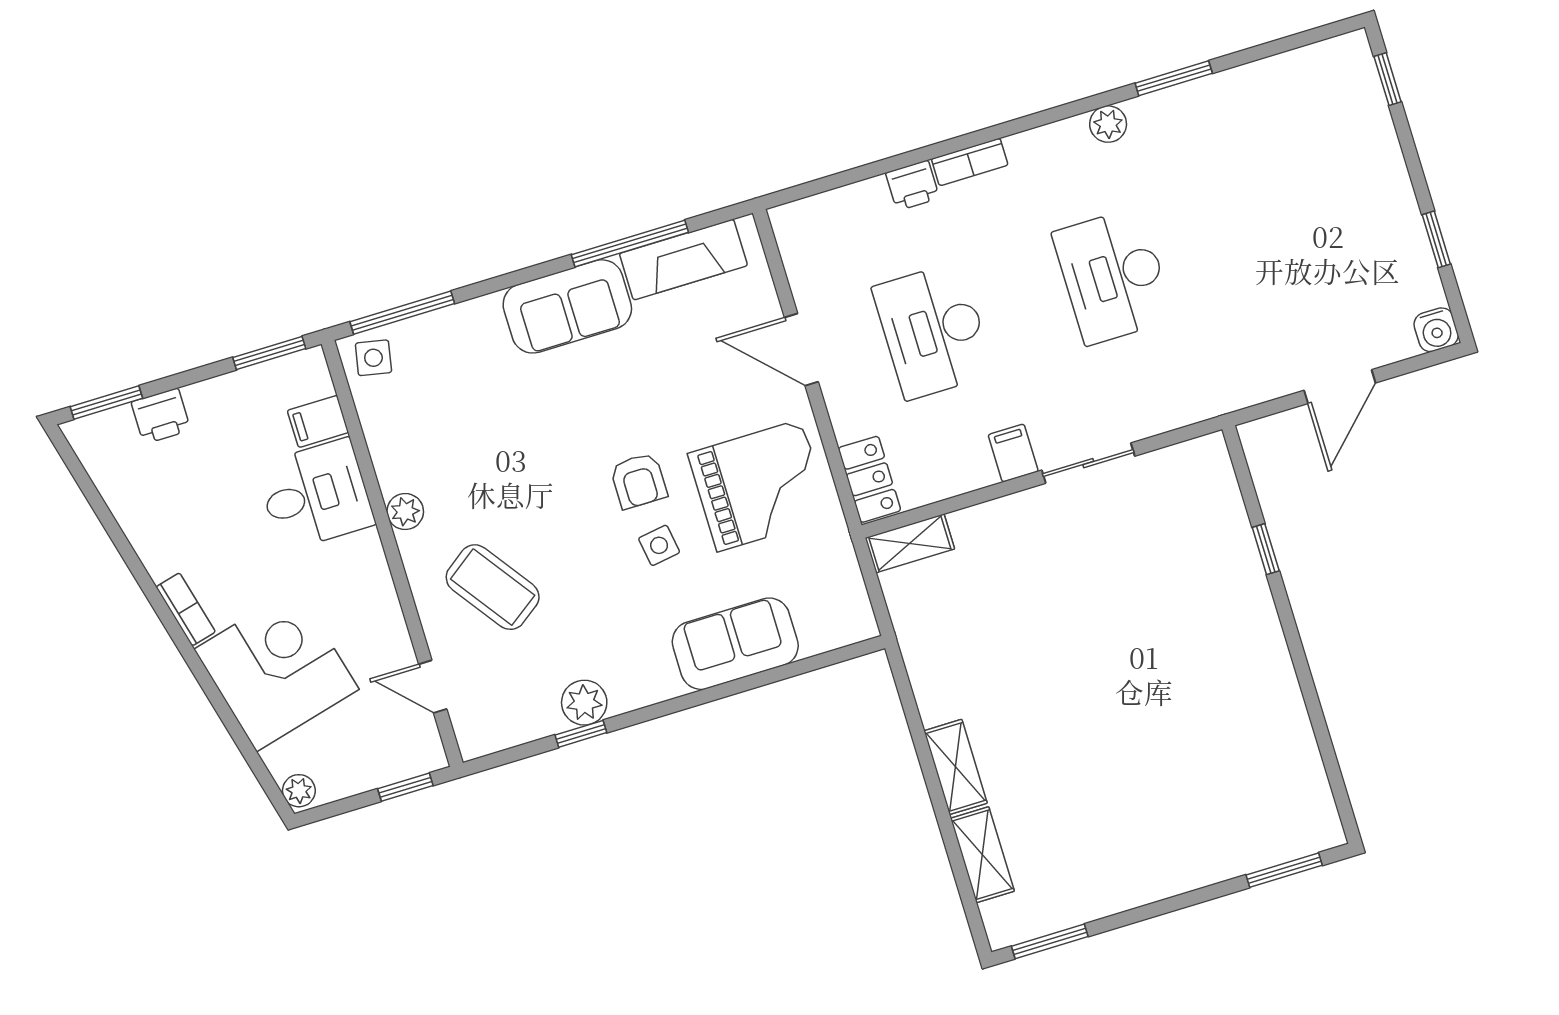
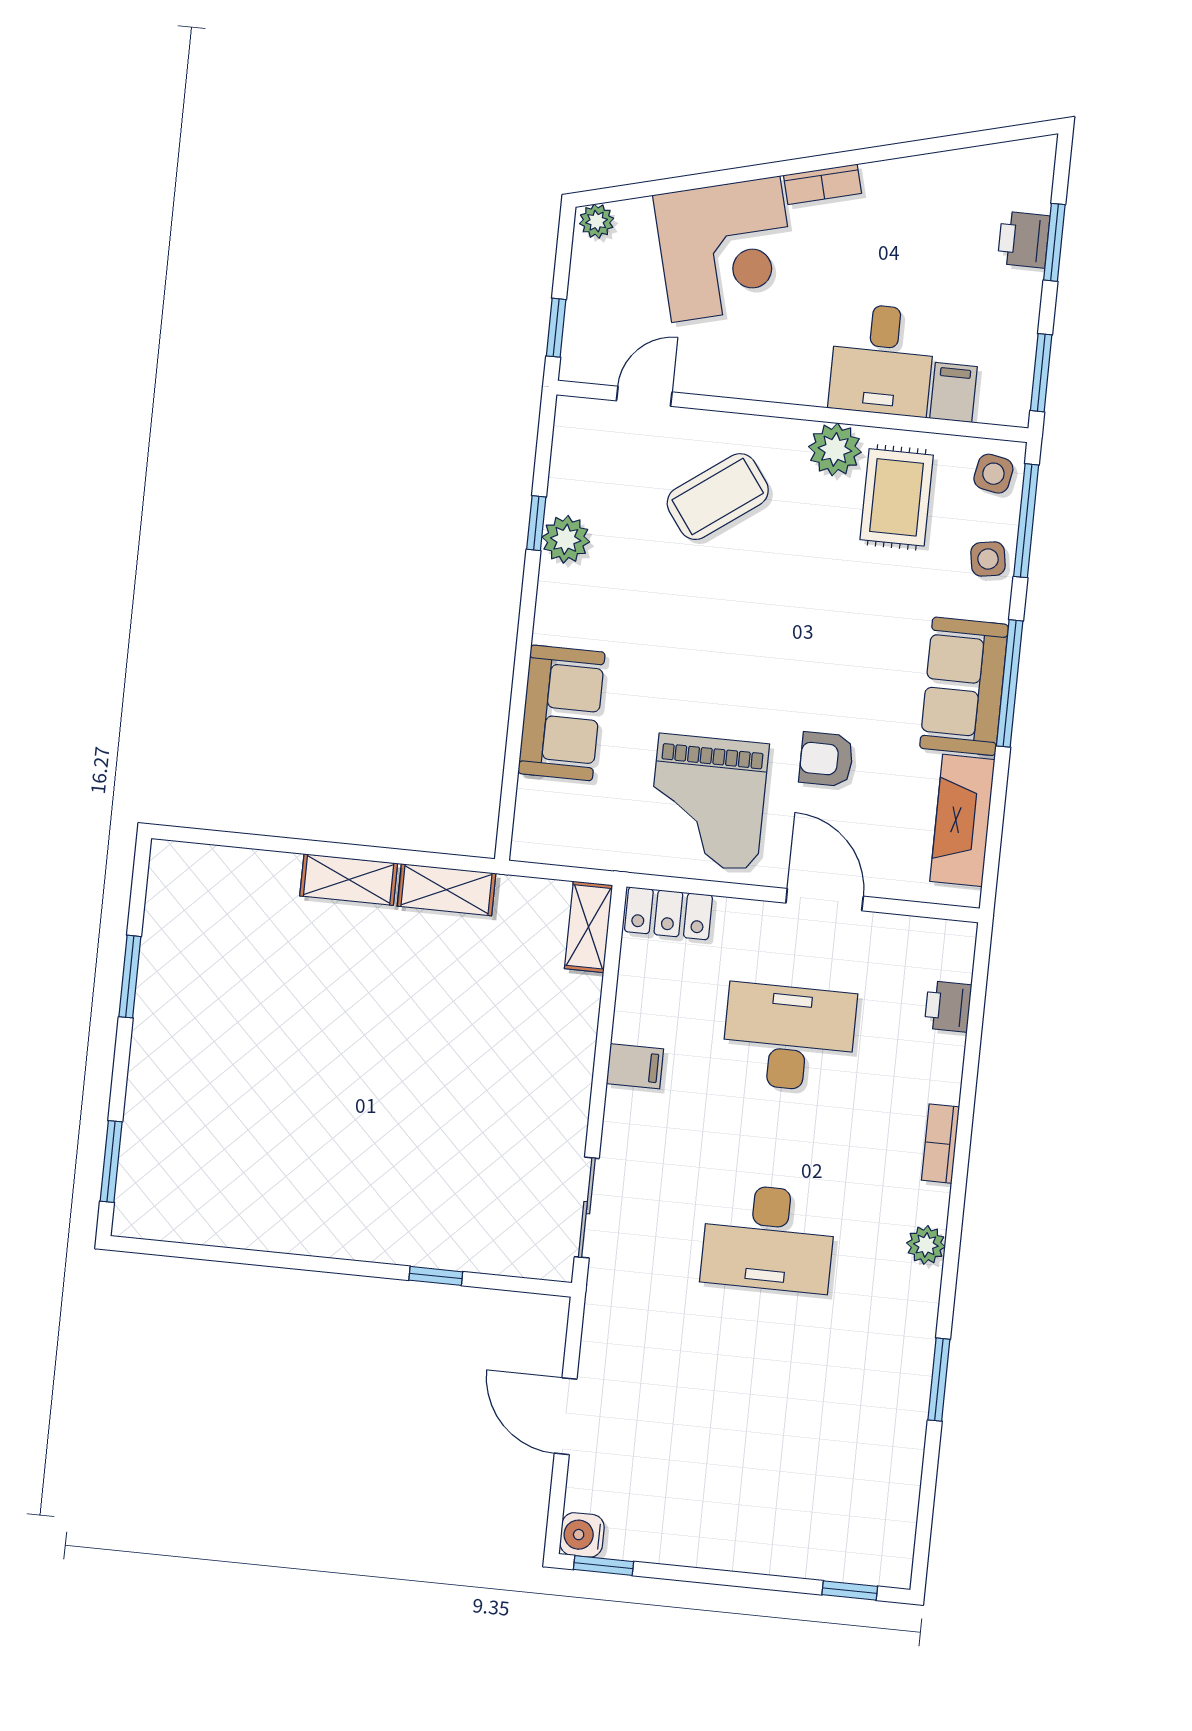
plant: (1108, 124) -> (926, 1245), moved
printer: (912, 186) -> (948, 1006), moved
window: (1436, 239) -> (604, 1566), moved
window: (630, 243) -> (1010, 683), moved
desk: (1113, 276) -> (768, 1238), turned 180
door: (801, 350) -> (825, 900), hinge flipped
window: (106, 403) -> (1054, 242), moved
rug: (429, 433) -> (897, 497), added
sliding door: (1088, 463) -> (587, 1208), moved
armchair: (639, 481) -> (826, 759), moved
plant: (405, 512) -> (835, 449), width x1.38, depth x1.38
side table: (659, 545) -> (988, 559), moved
shelving: (982, 855) -> (446, 890), moved
window: (1050, 941) -> (130, 977), moved

